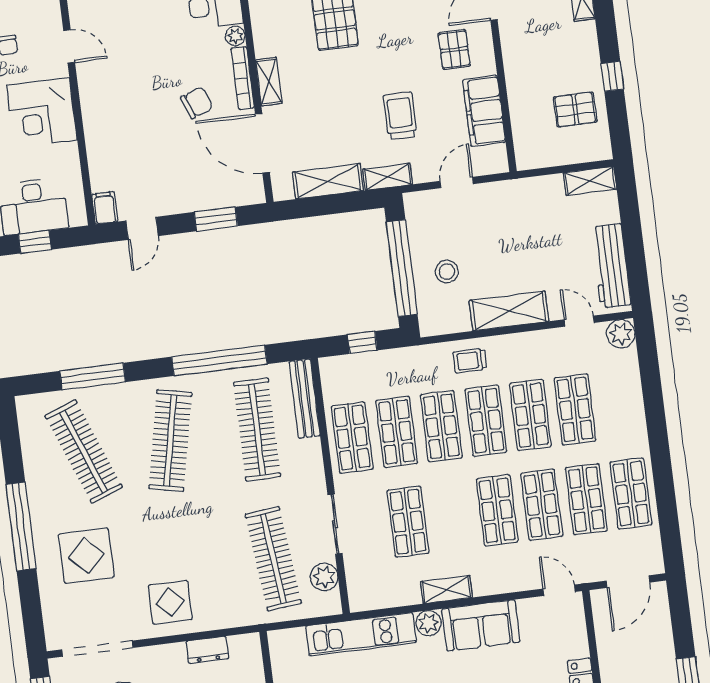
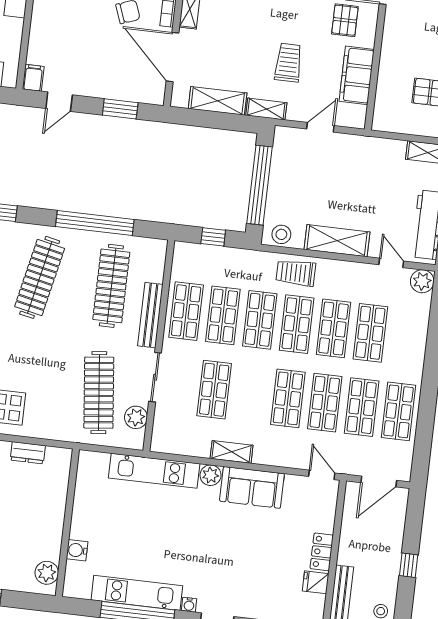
stool: (447, 272) -> (281, 234), moved
trolley: (470, 361) -> (296, 273), width x1.36, depth x1.39
bench: (305, 399) -> (150, 315), moved

